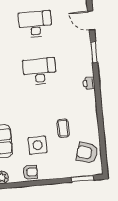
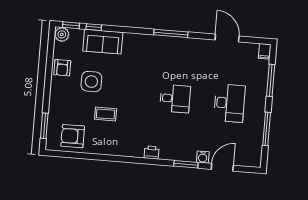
water cooler: (85, 39) -> (203, 157), added
desk: (40, 71) -> (175, 99), width x0.73
armchair: (87, 153) -> (73, 136), turned -106

